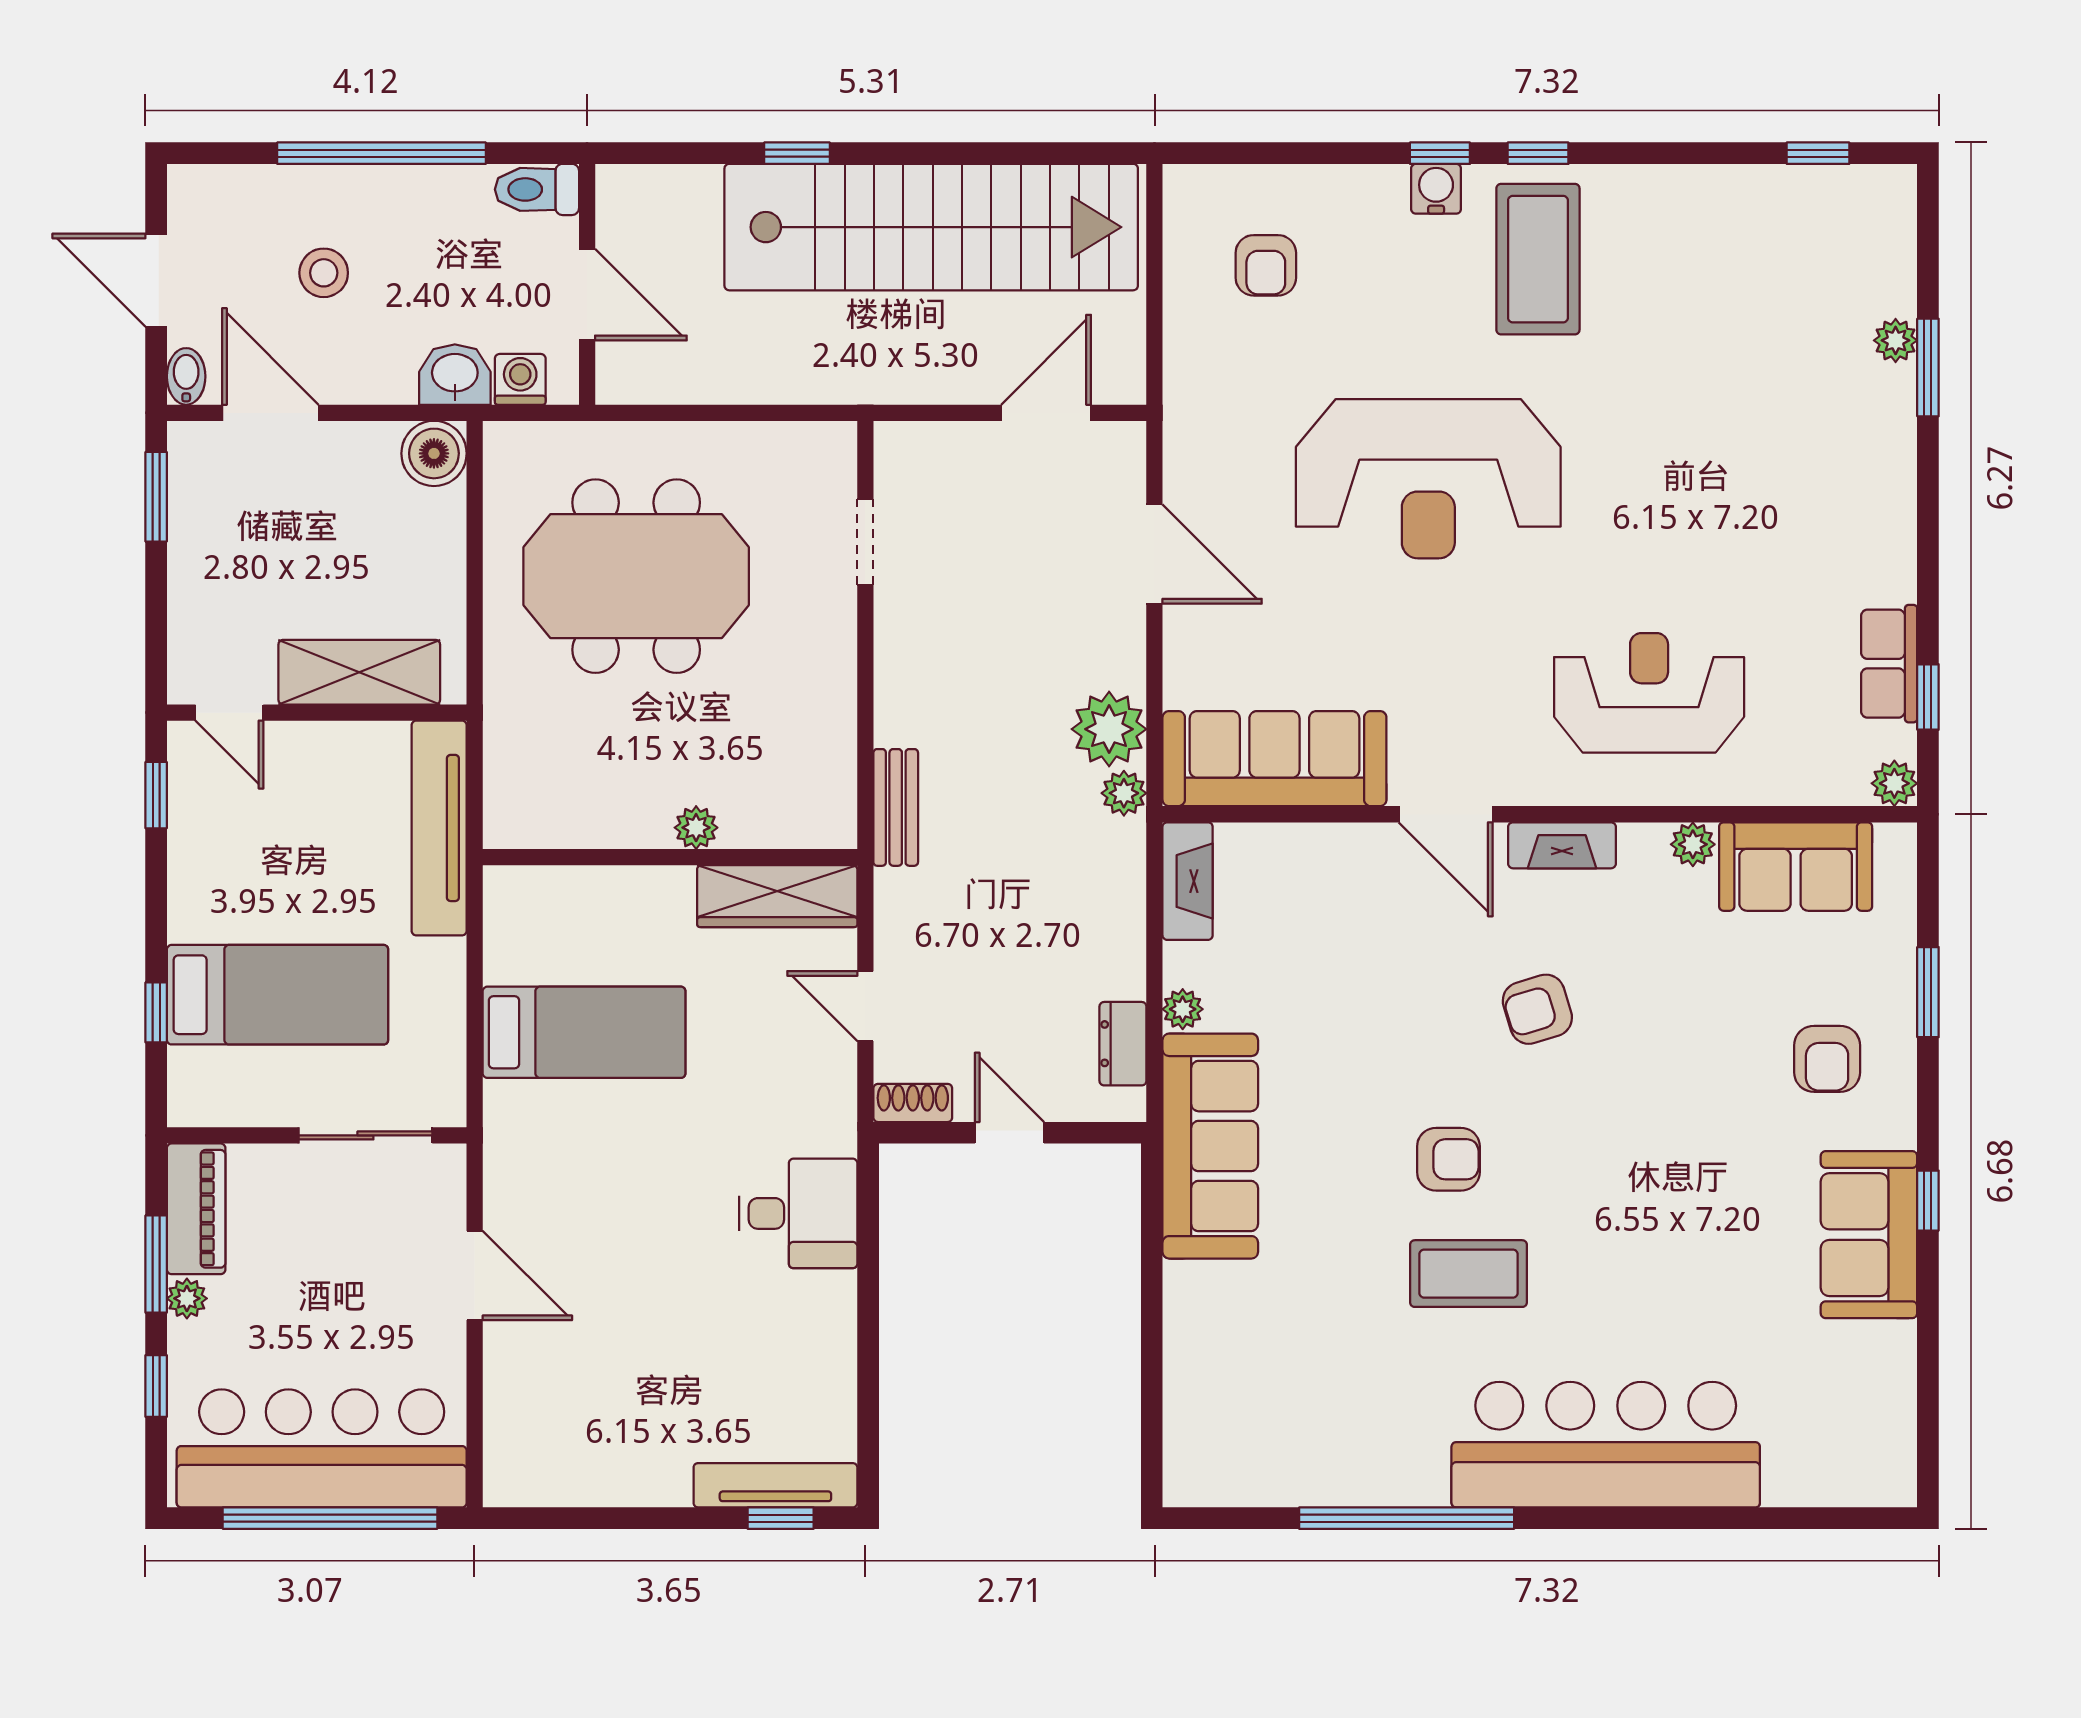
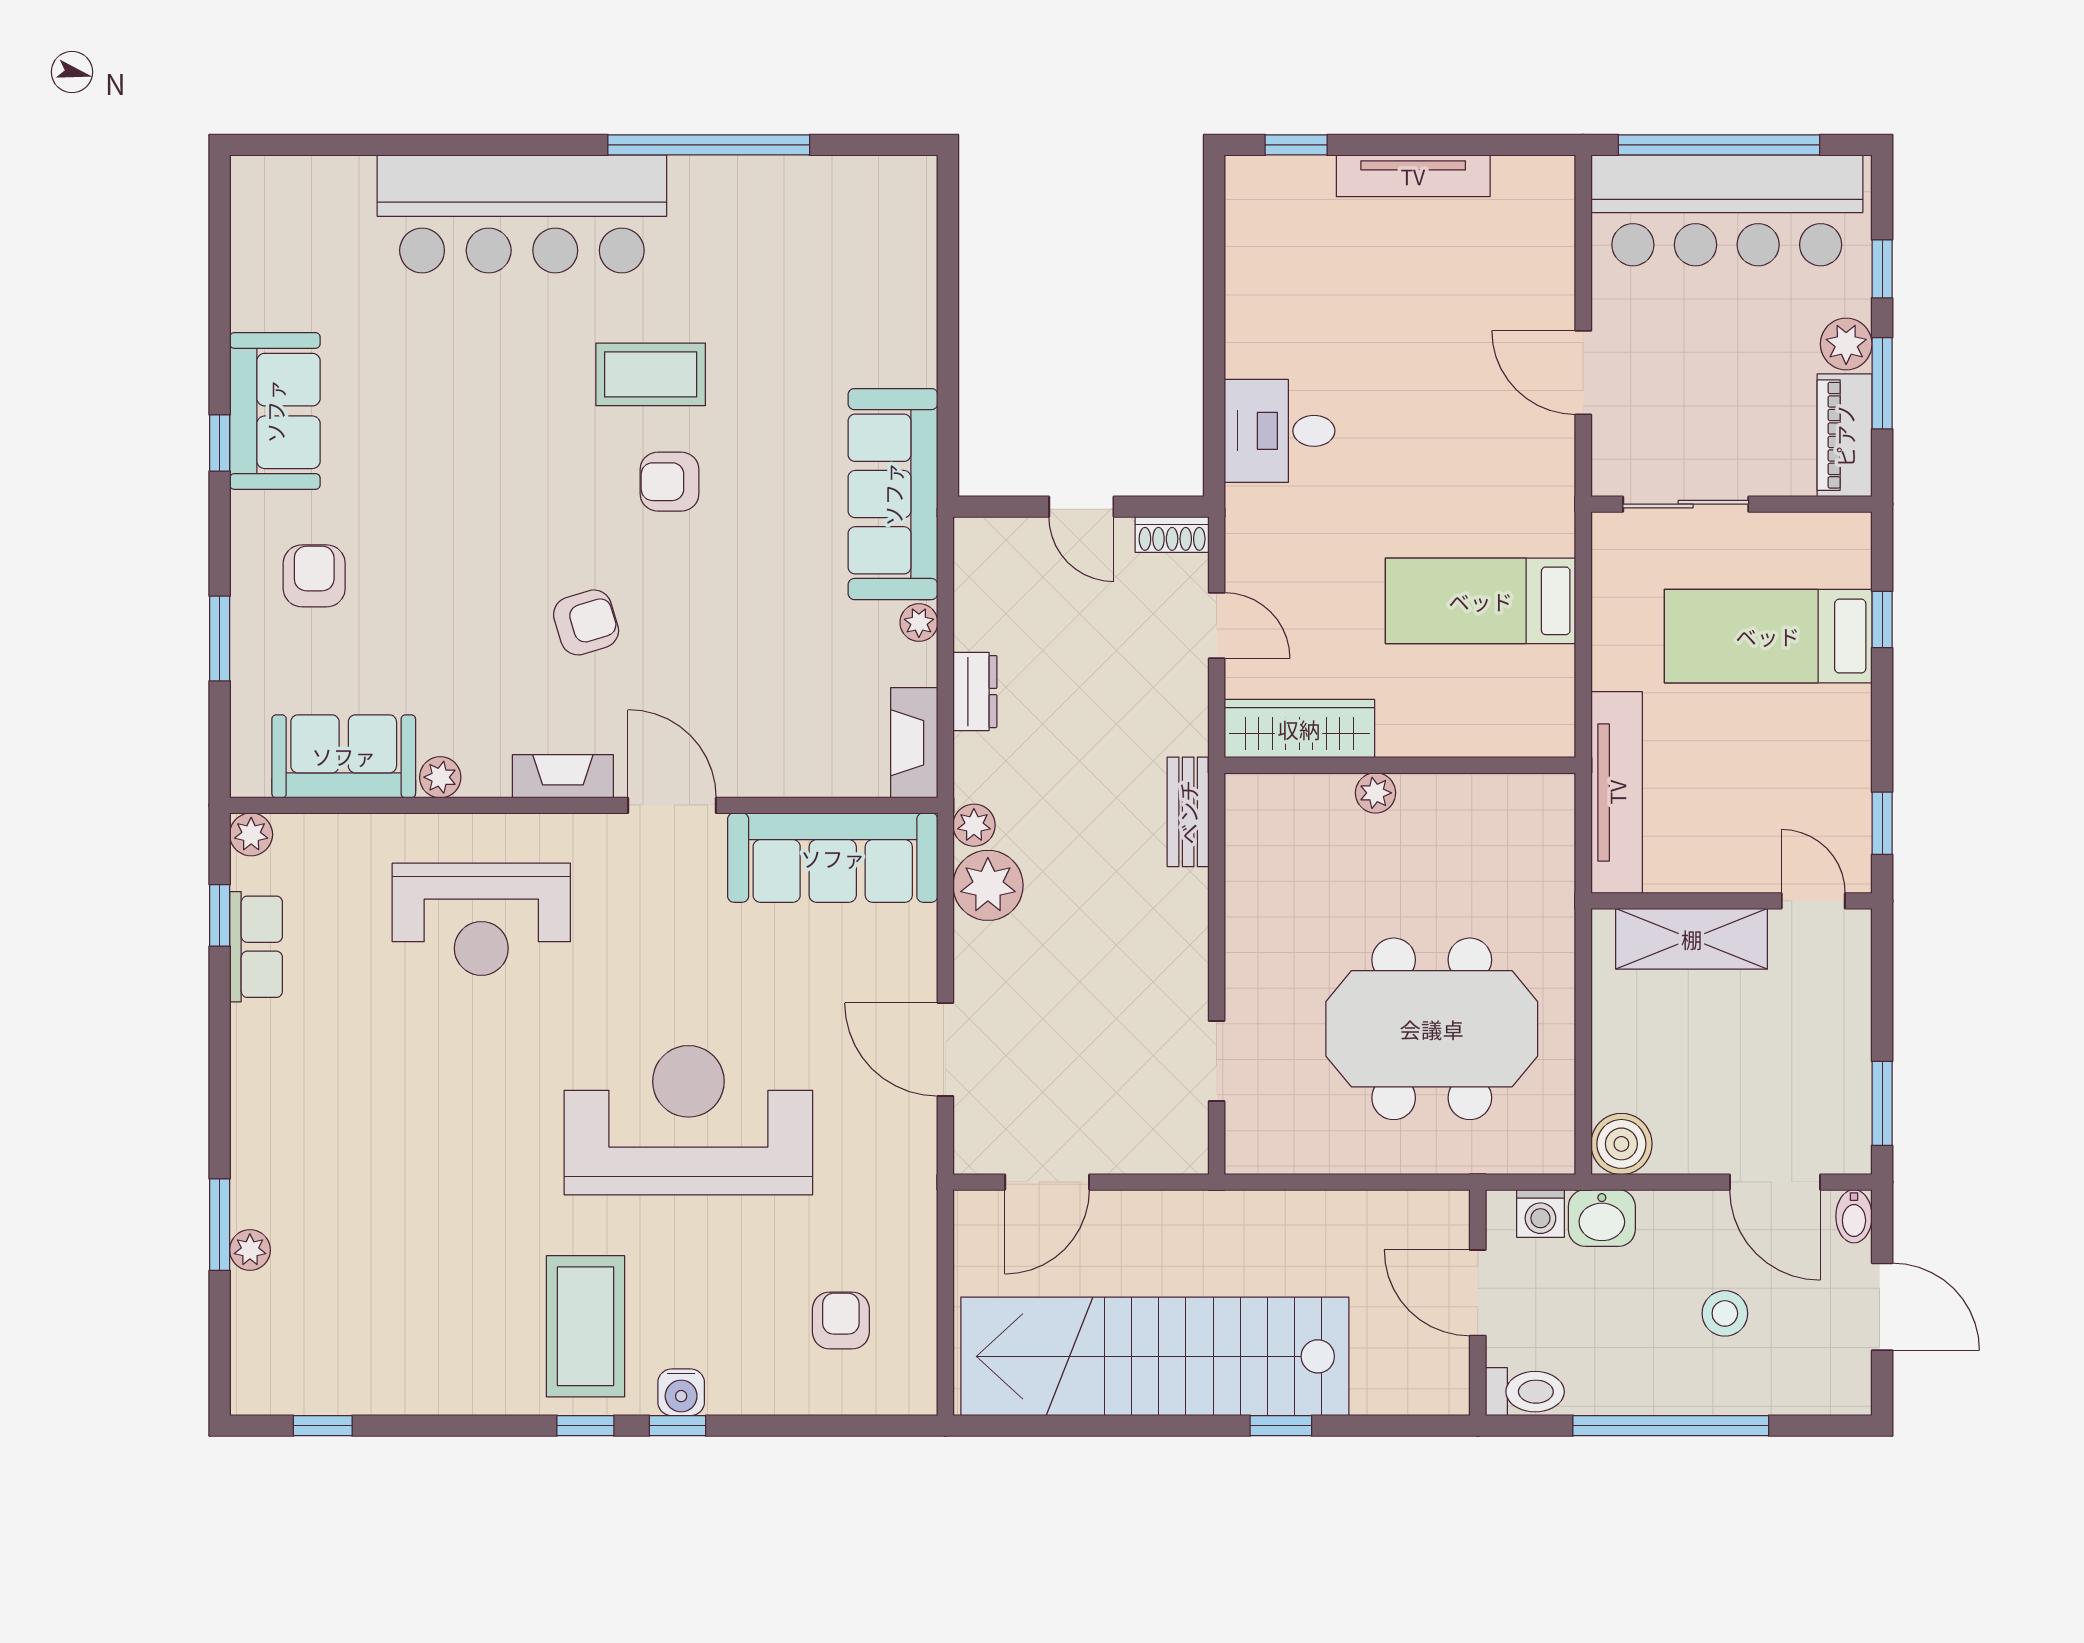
dresser: (1123, 1044) -> (975, 692), moved
plant: (187, 1298) -> (1846, 344), width x1.38, depth x1.38
tv unit: (775, 1485) -> (1413, 176), moved

